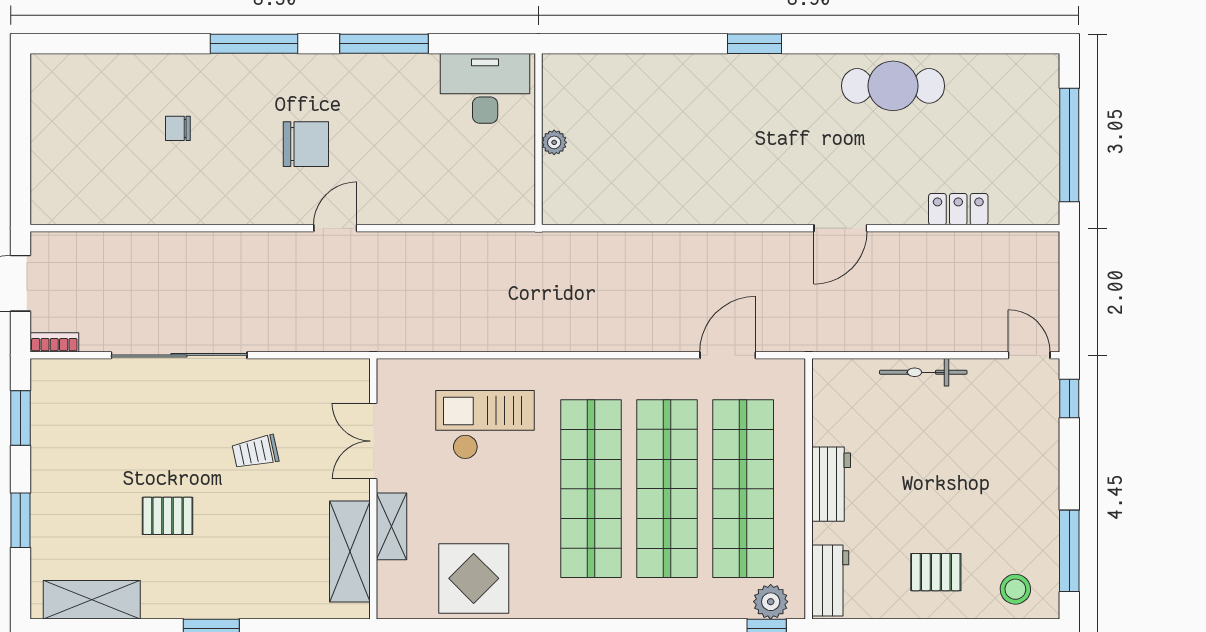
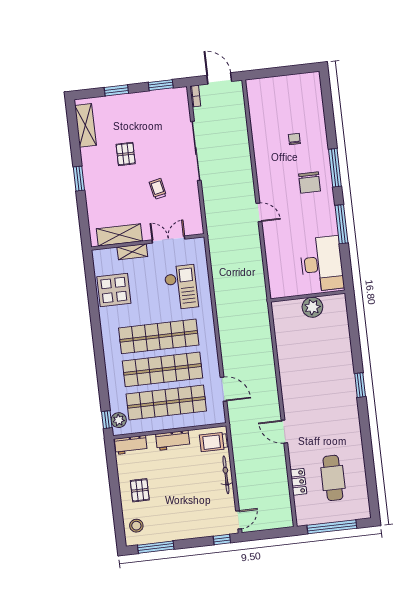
cafe table: (893, 86) -> (333, 478), moved
desk: (485, 88) -> (322, 264), width x1.36, depth x1.30
plant: (554, 142) -> (312, 307), width x1.88, depth x1.88
chair: (306, 144) -> (310, 182), moved
trolley: (845, 392) -> (213, 442), added

